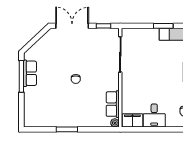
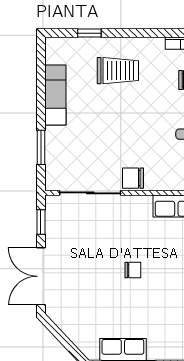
window: (163, 26) -> (41, 147), moved
chair: (129, 79) -> (133, 178), added

